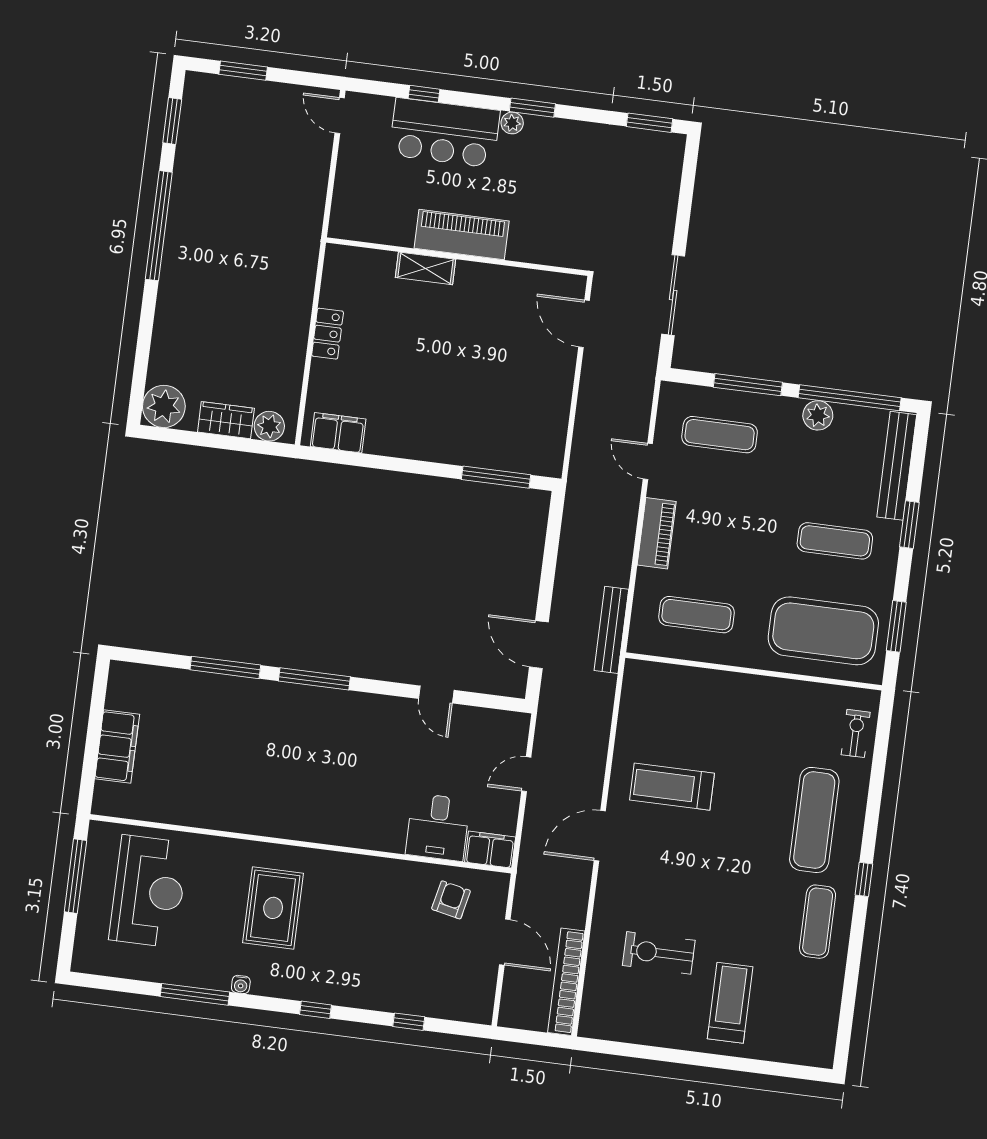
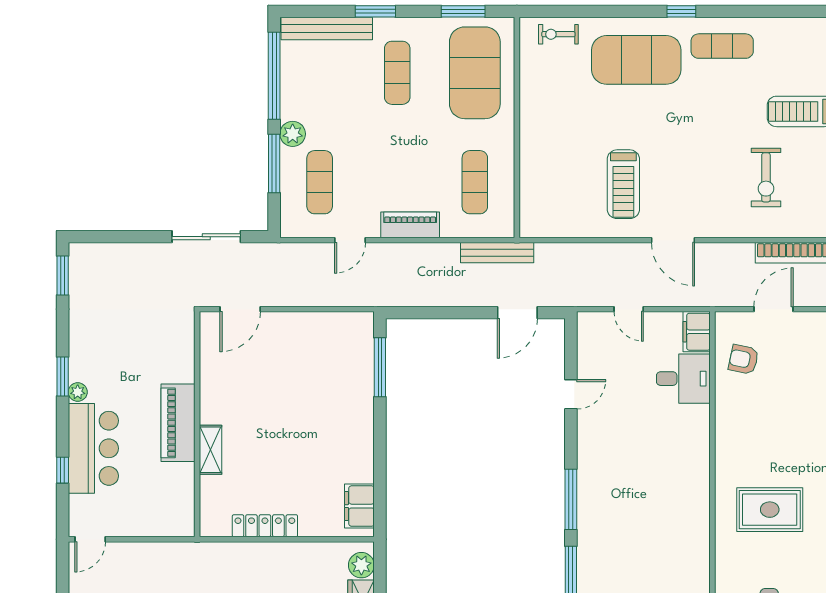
locker: (328, 334) -> (265, 526), width x1.53
plant: (818, 415) -> (293, 134), moved
exercise mat: (814, 820) -> (636, 60), width x1.47

